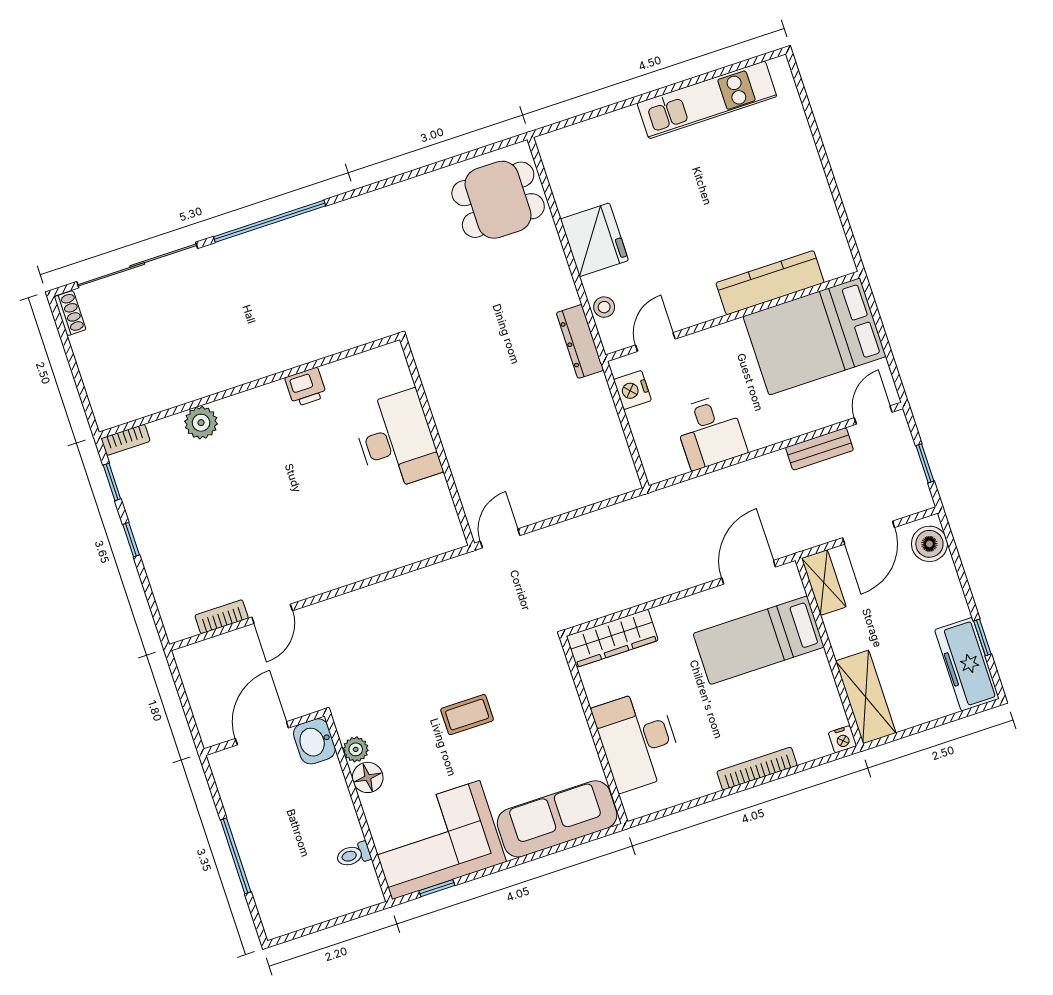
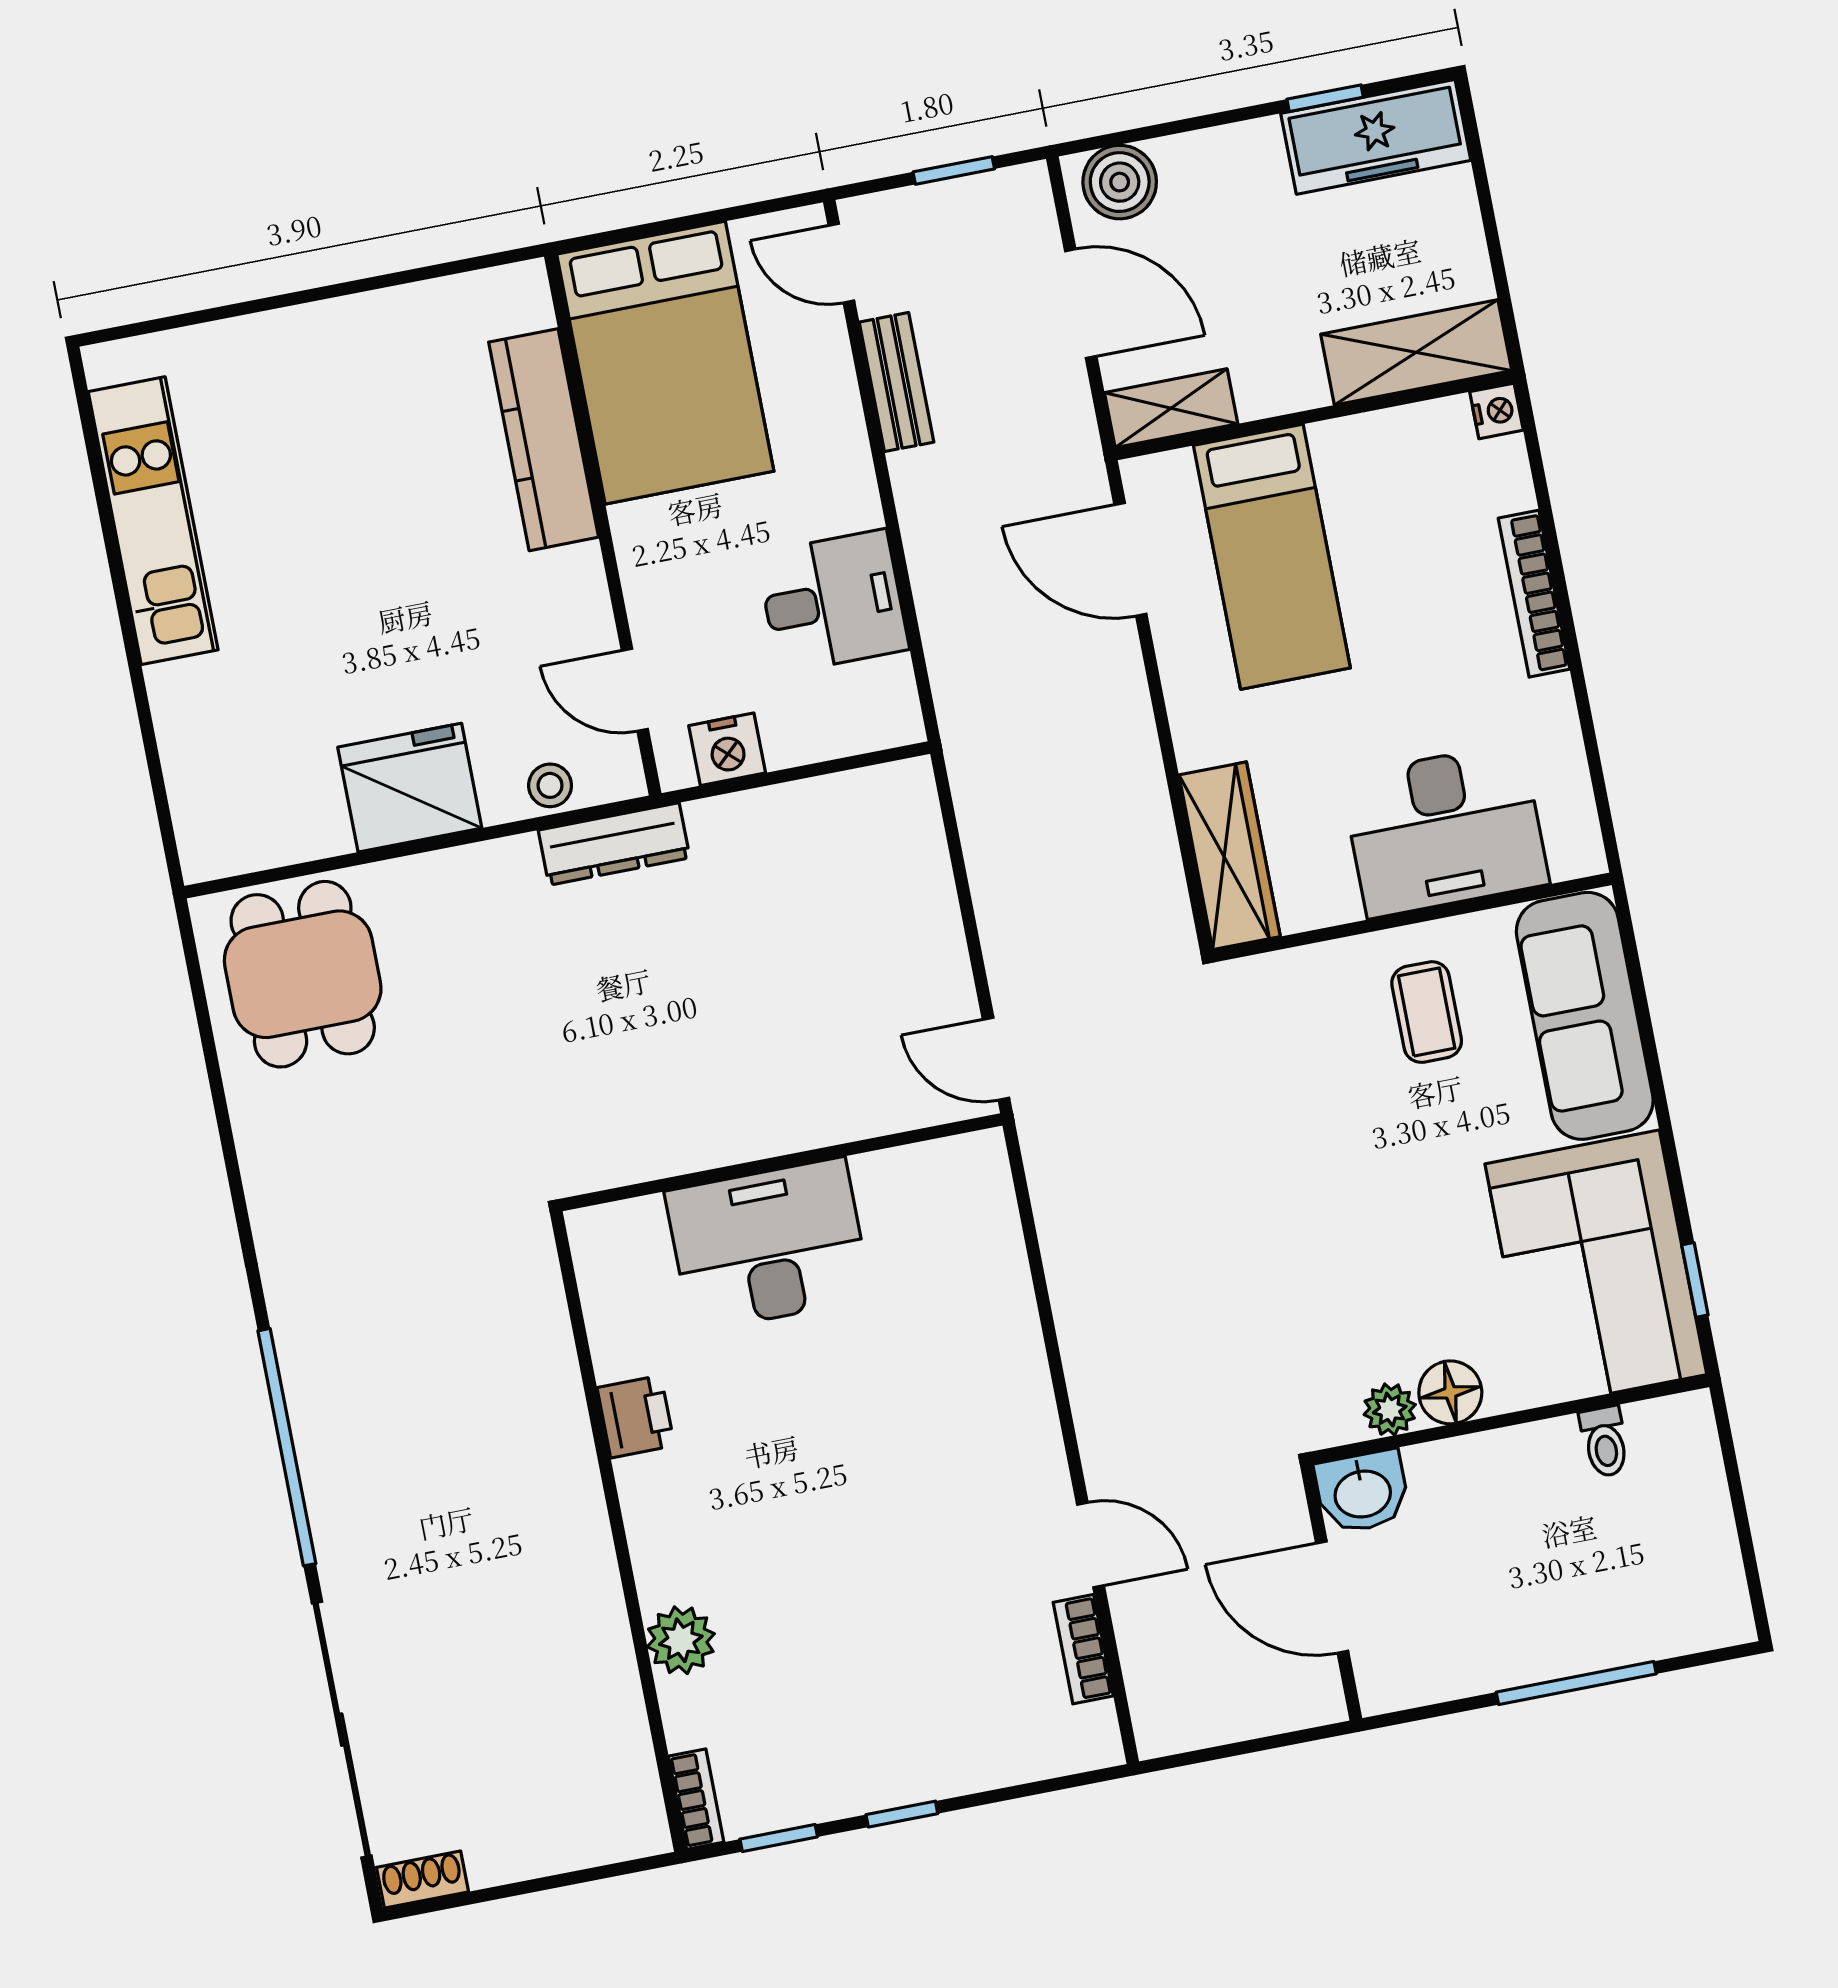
coffee table: (467, 715) -> (1427, 1012), moved

